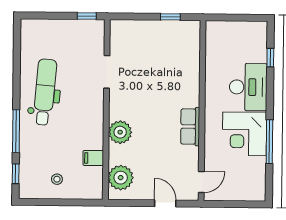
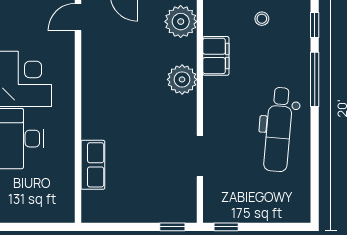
window: (170, 17) -> (172, 227), moved
row of seats: (190, 127) -> (93, 165), moved
filing cabinet: (93, 158) -> (216, 56), width x2.00

